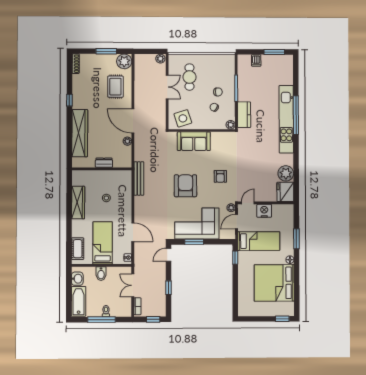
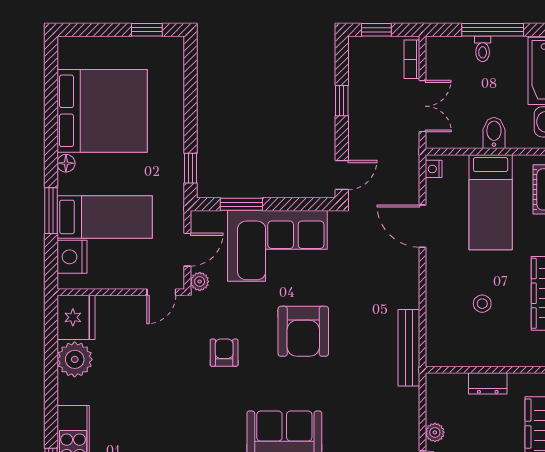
nightstand: (264, 211) -> (72, 257), moved, turned 90
bed: (259, 241) -> (105, 217), moved, turned 180
window: (194, 242) -> (241, 204), moved
window: (282, 319) -> (147, 30), moved

